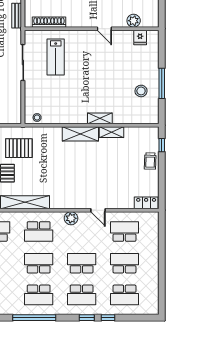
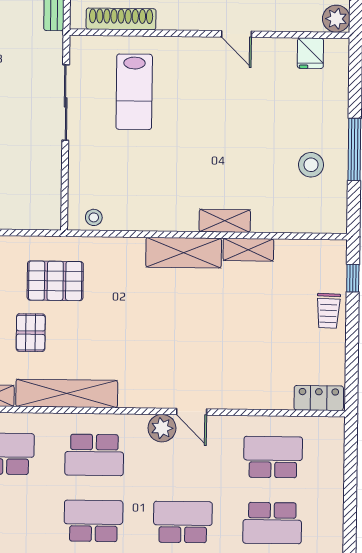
plant: (134, 21) -> (336, 19), moved
door: (98, 210) -> (192, 412), moved
school desk: (124, 263) -> (272, 523), turned 180

